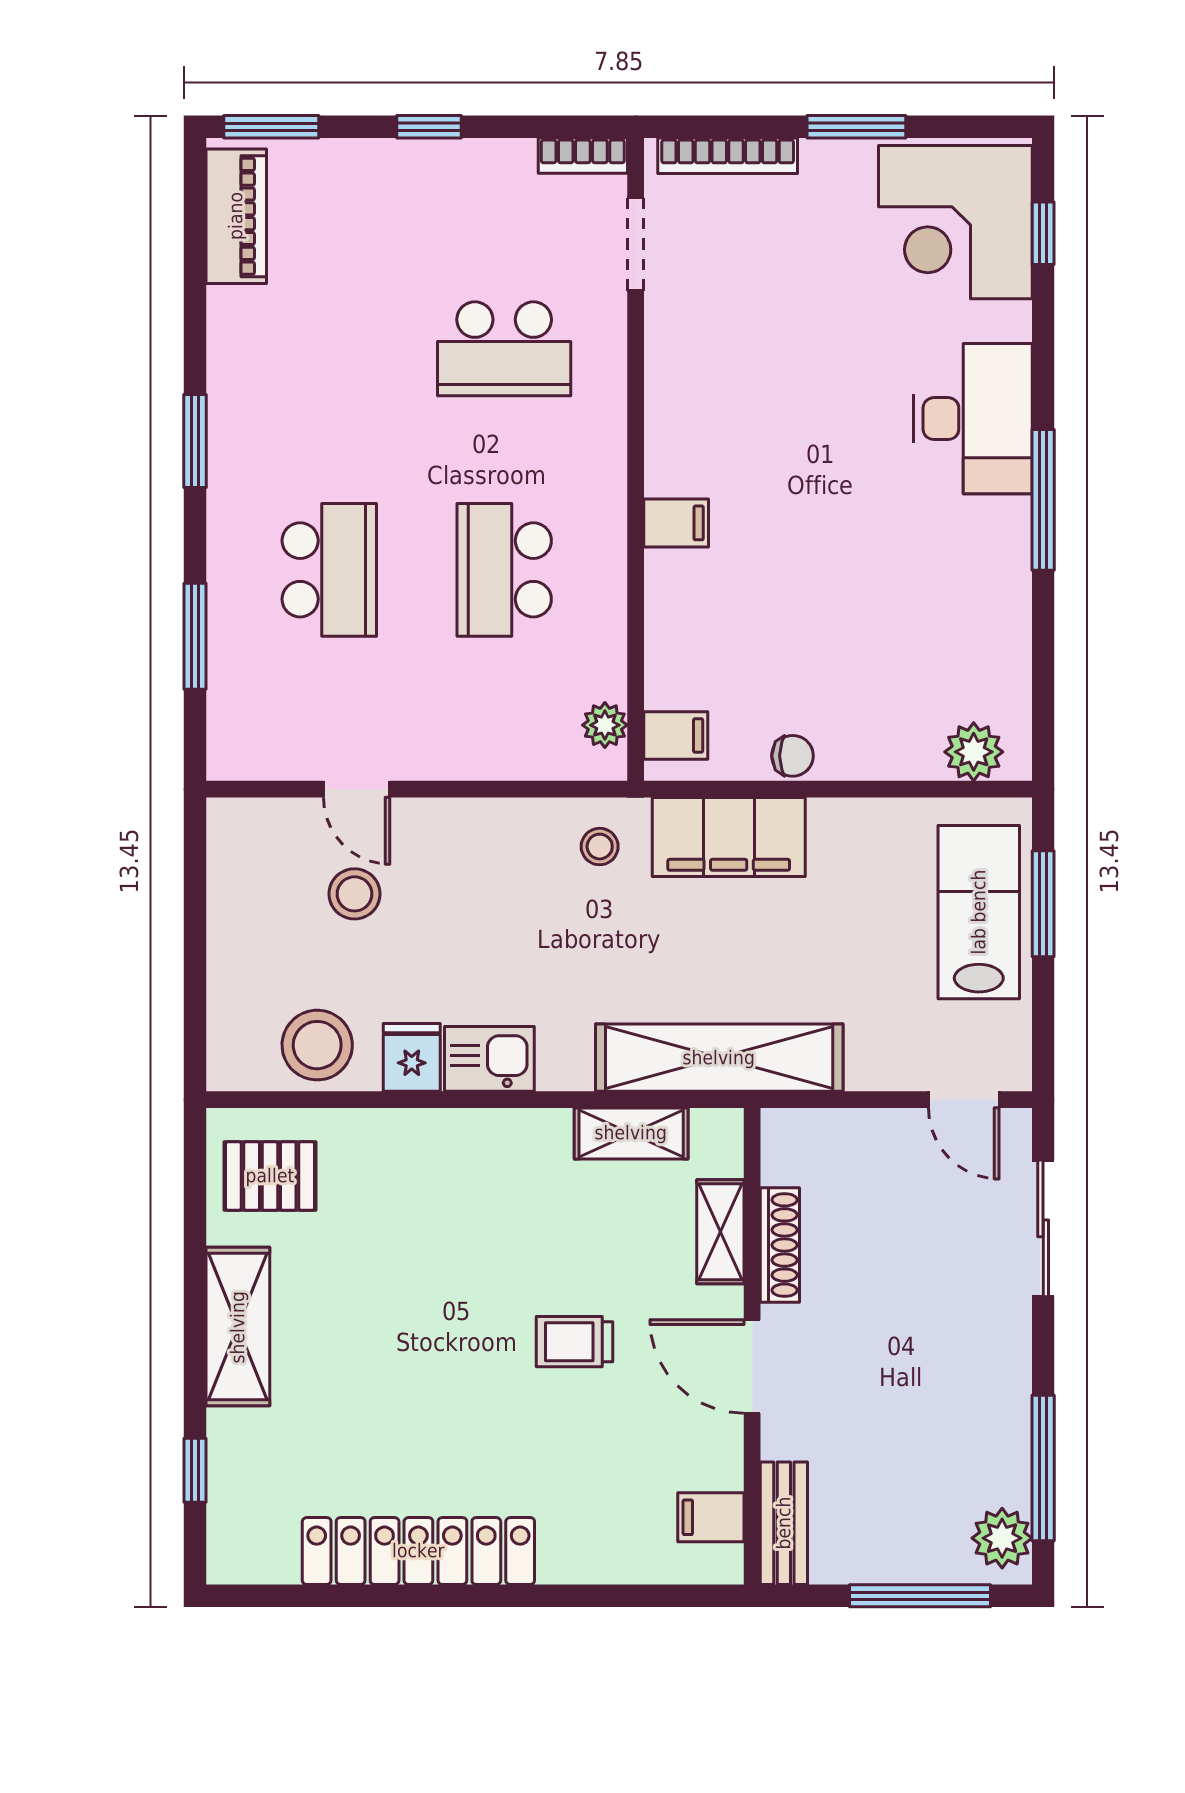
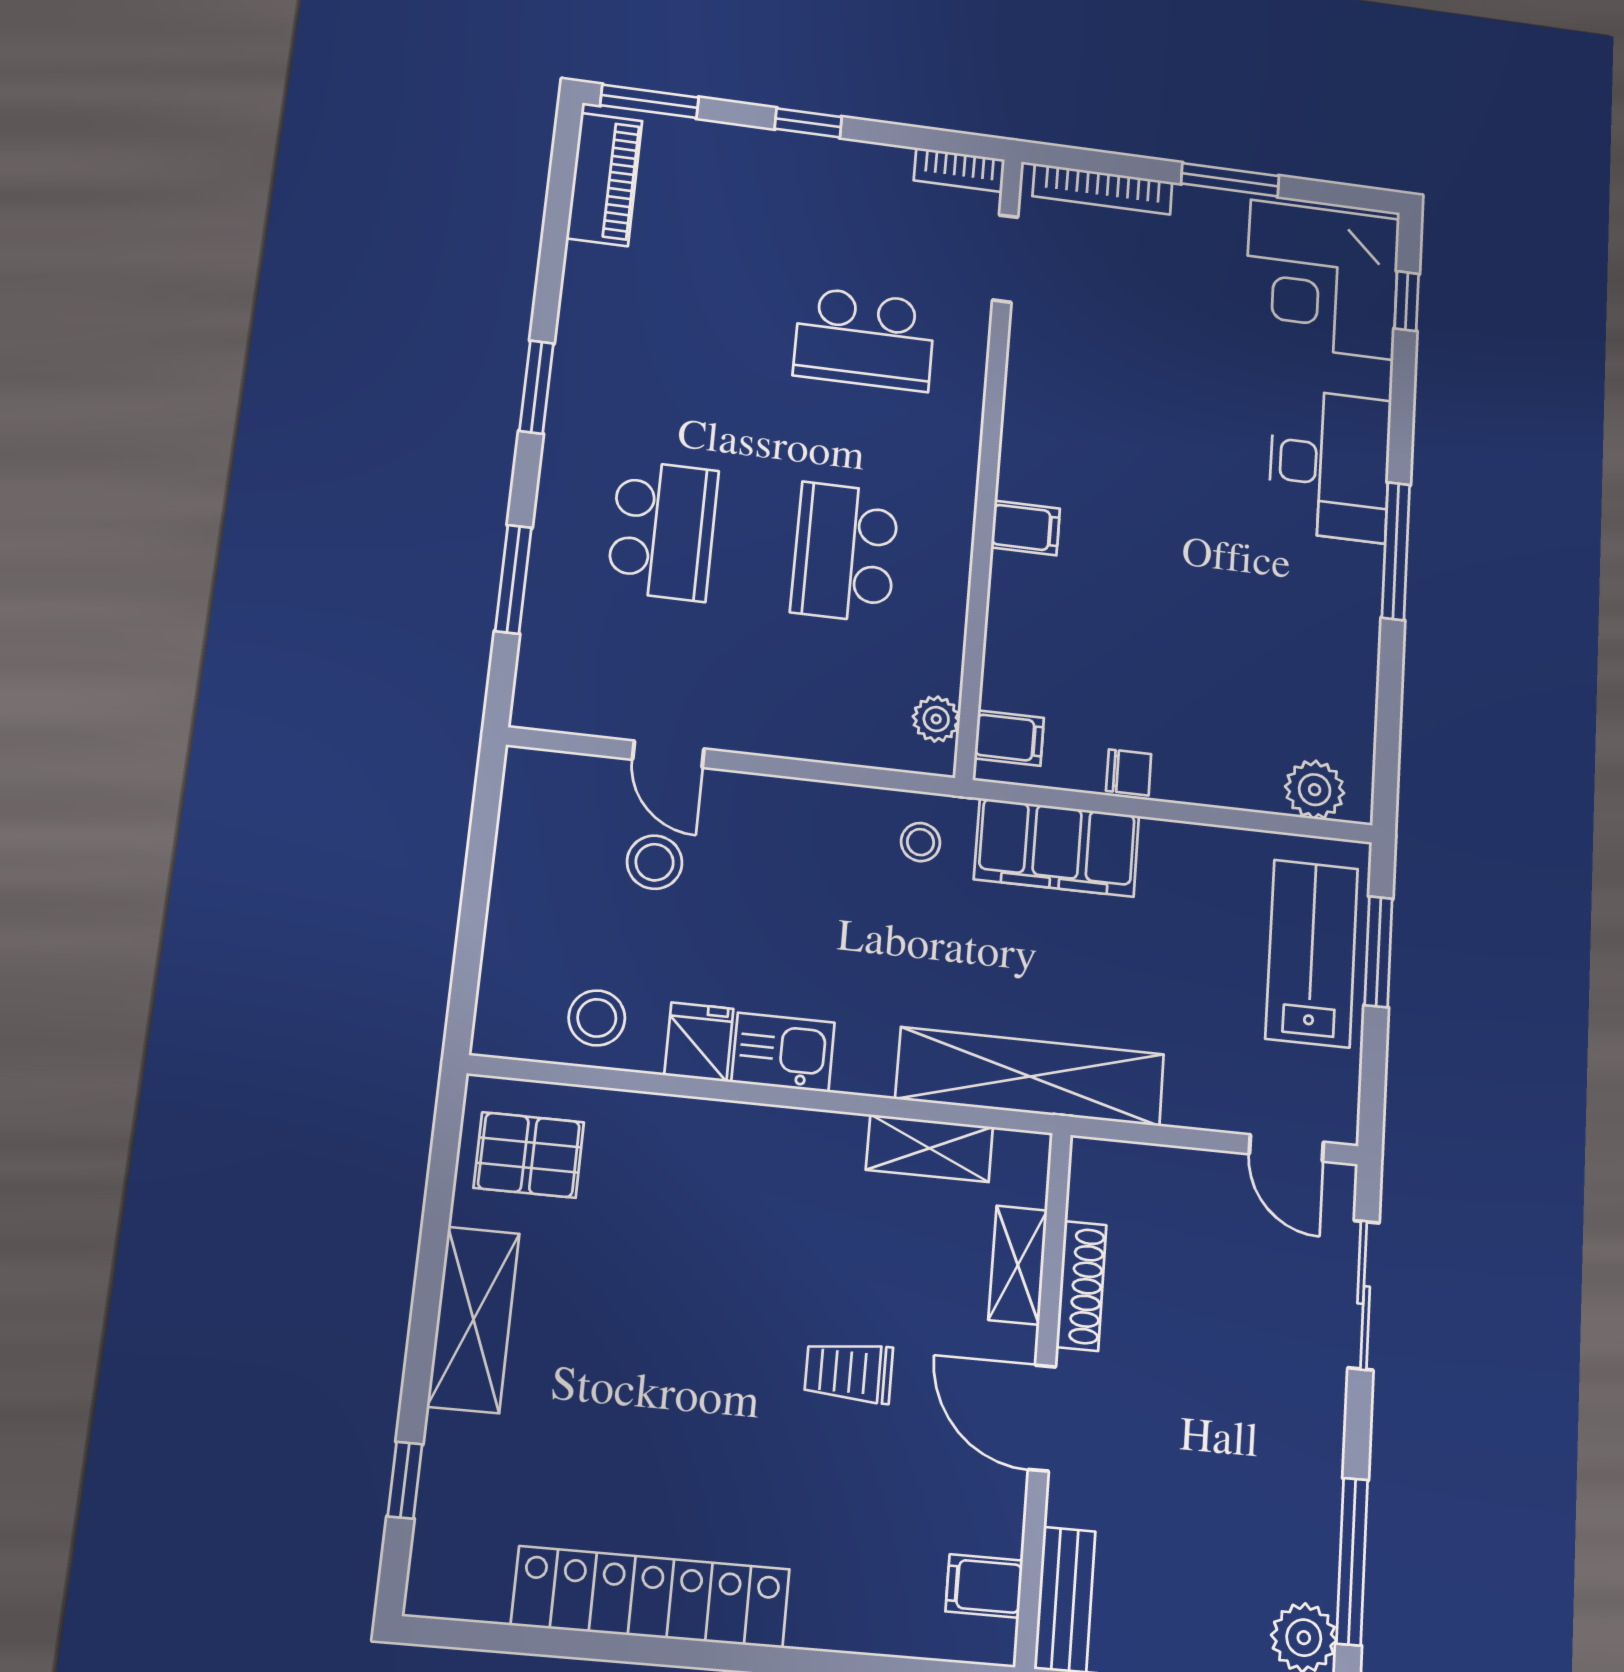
stool: (317, 1045) -> (597, 1018), width x0.73, depth x0.73

